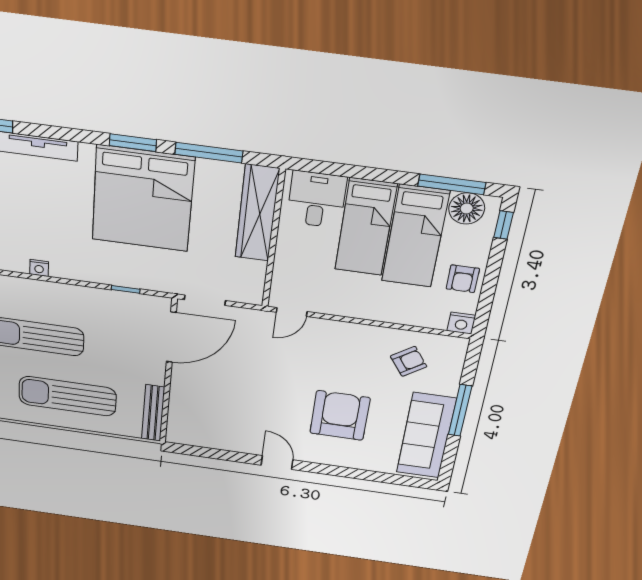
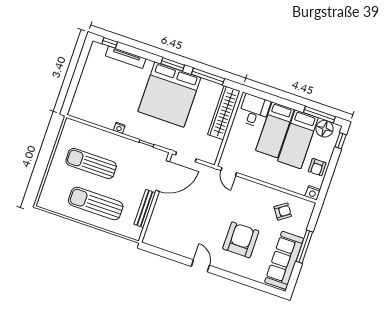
nightstand: (39, 268) -> (119, 128), moved
door: (292, 312) -> (229, 172), hinge flipped
bench: (153, 413) -> (145, 208), moved

